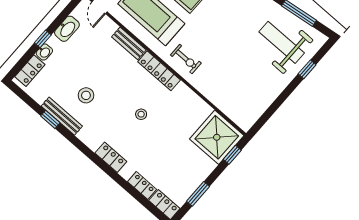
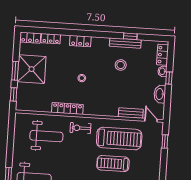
bench: (129, 43) -> (131, 113), moved
locker: (159, 71) -> (67, 109), moved
weight bench: (231, 79) -> (46, 136), added
shower: (217, 137) -> (32, 69), moved
window: (198, 194) -> (15, 71), moved

